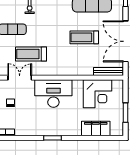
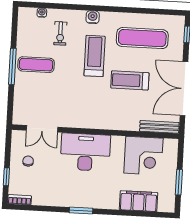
treadmill: (31, 54) -> (95, 56), moved, turned 90
double door: (20, 78) -> (42, 129), swing flipped

